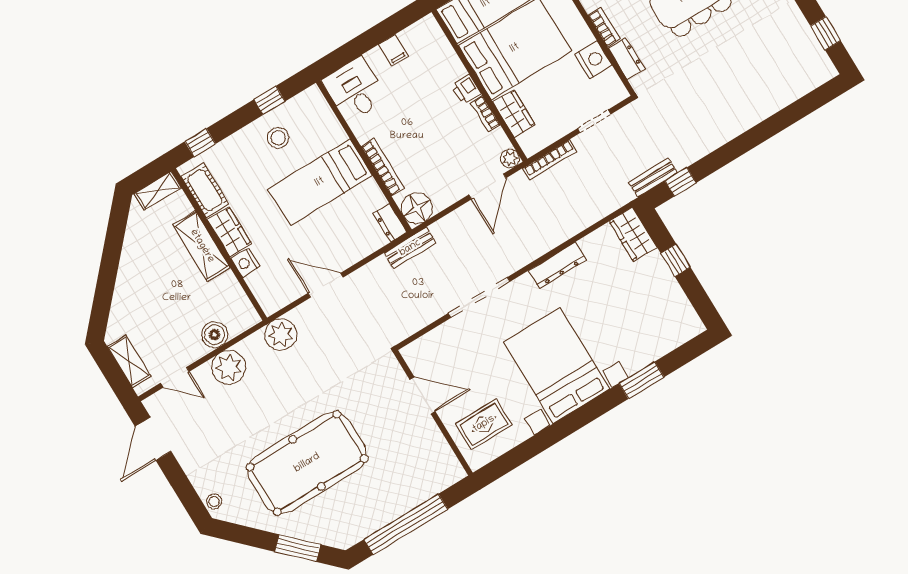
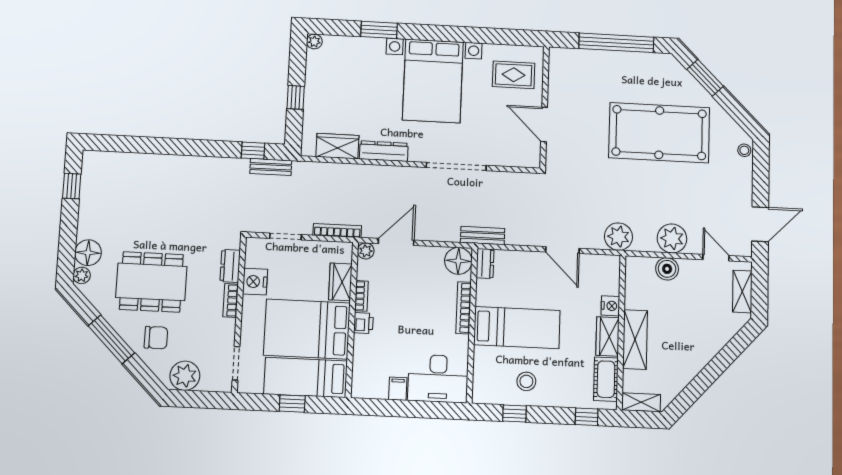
desk: (355, 90) -> (438, 379), width x1.37
wardrobe: (633, 234) -> (337, 146), moved, turned -90
plant: (695, 327) -> (314, 41), added

